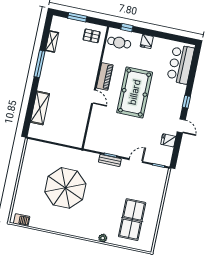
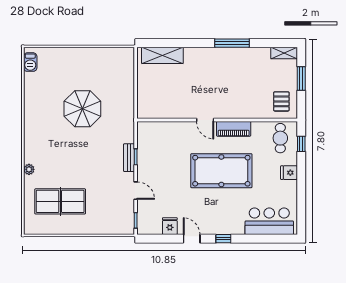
shelving: (52, 42) -> (284, 53), moved
door: (93, 97) -> (205, 120), hinge flipped
shelving: (40, 108) -> (162, 55), moved
door: (181, 126) -> (192, 239), swing flipped
parasol: (65, 188) -> (82, 109), width x0.73, depth x0.73

